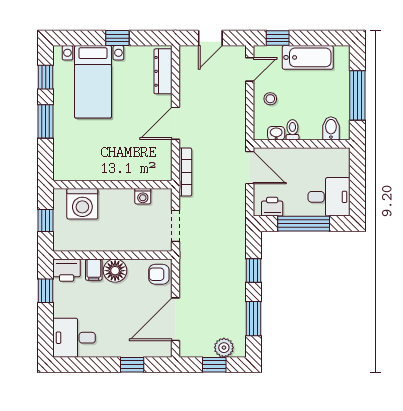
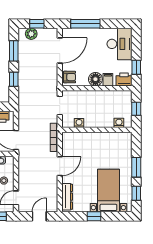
washing machine: (82, 204) -> (119, 123), width x0.53, depth x0.53
desk: (74, 338) -> (120, 44), width x1.37
window: (132, 365) -> (85, 24), width x2.17

